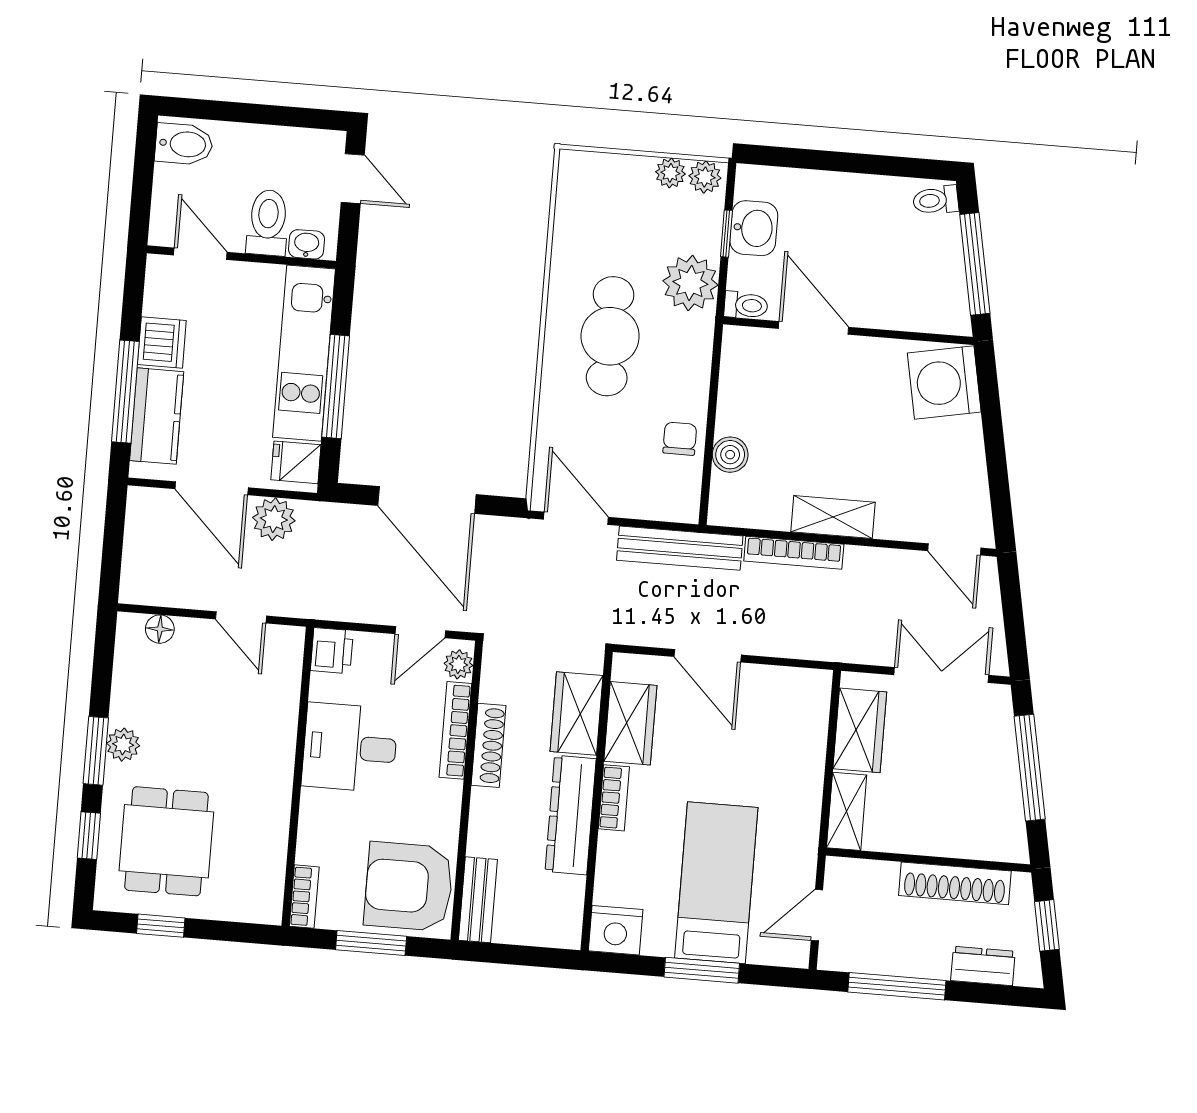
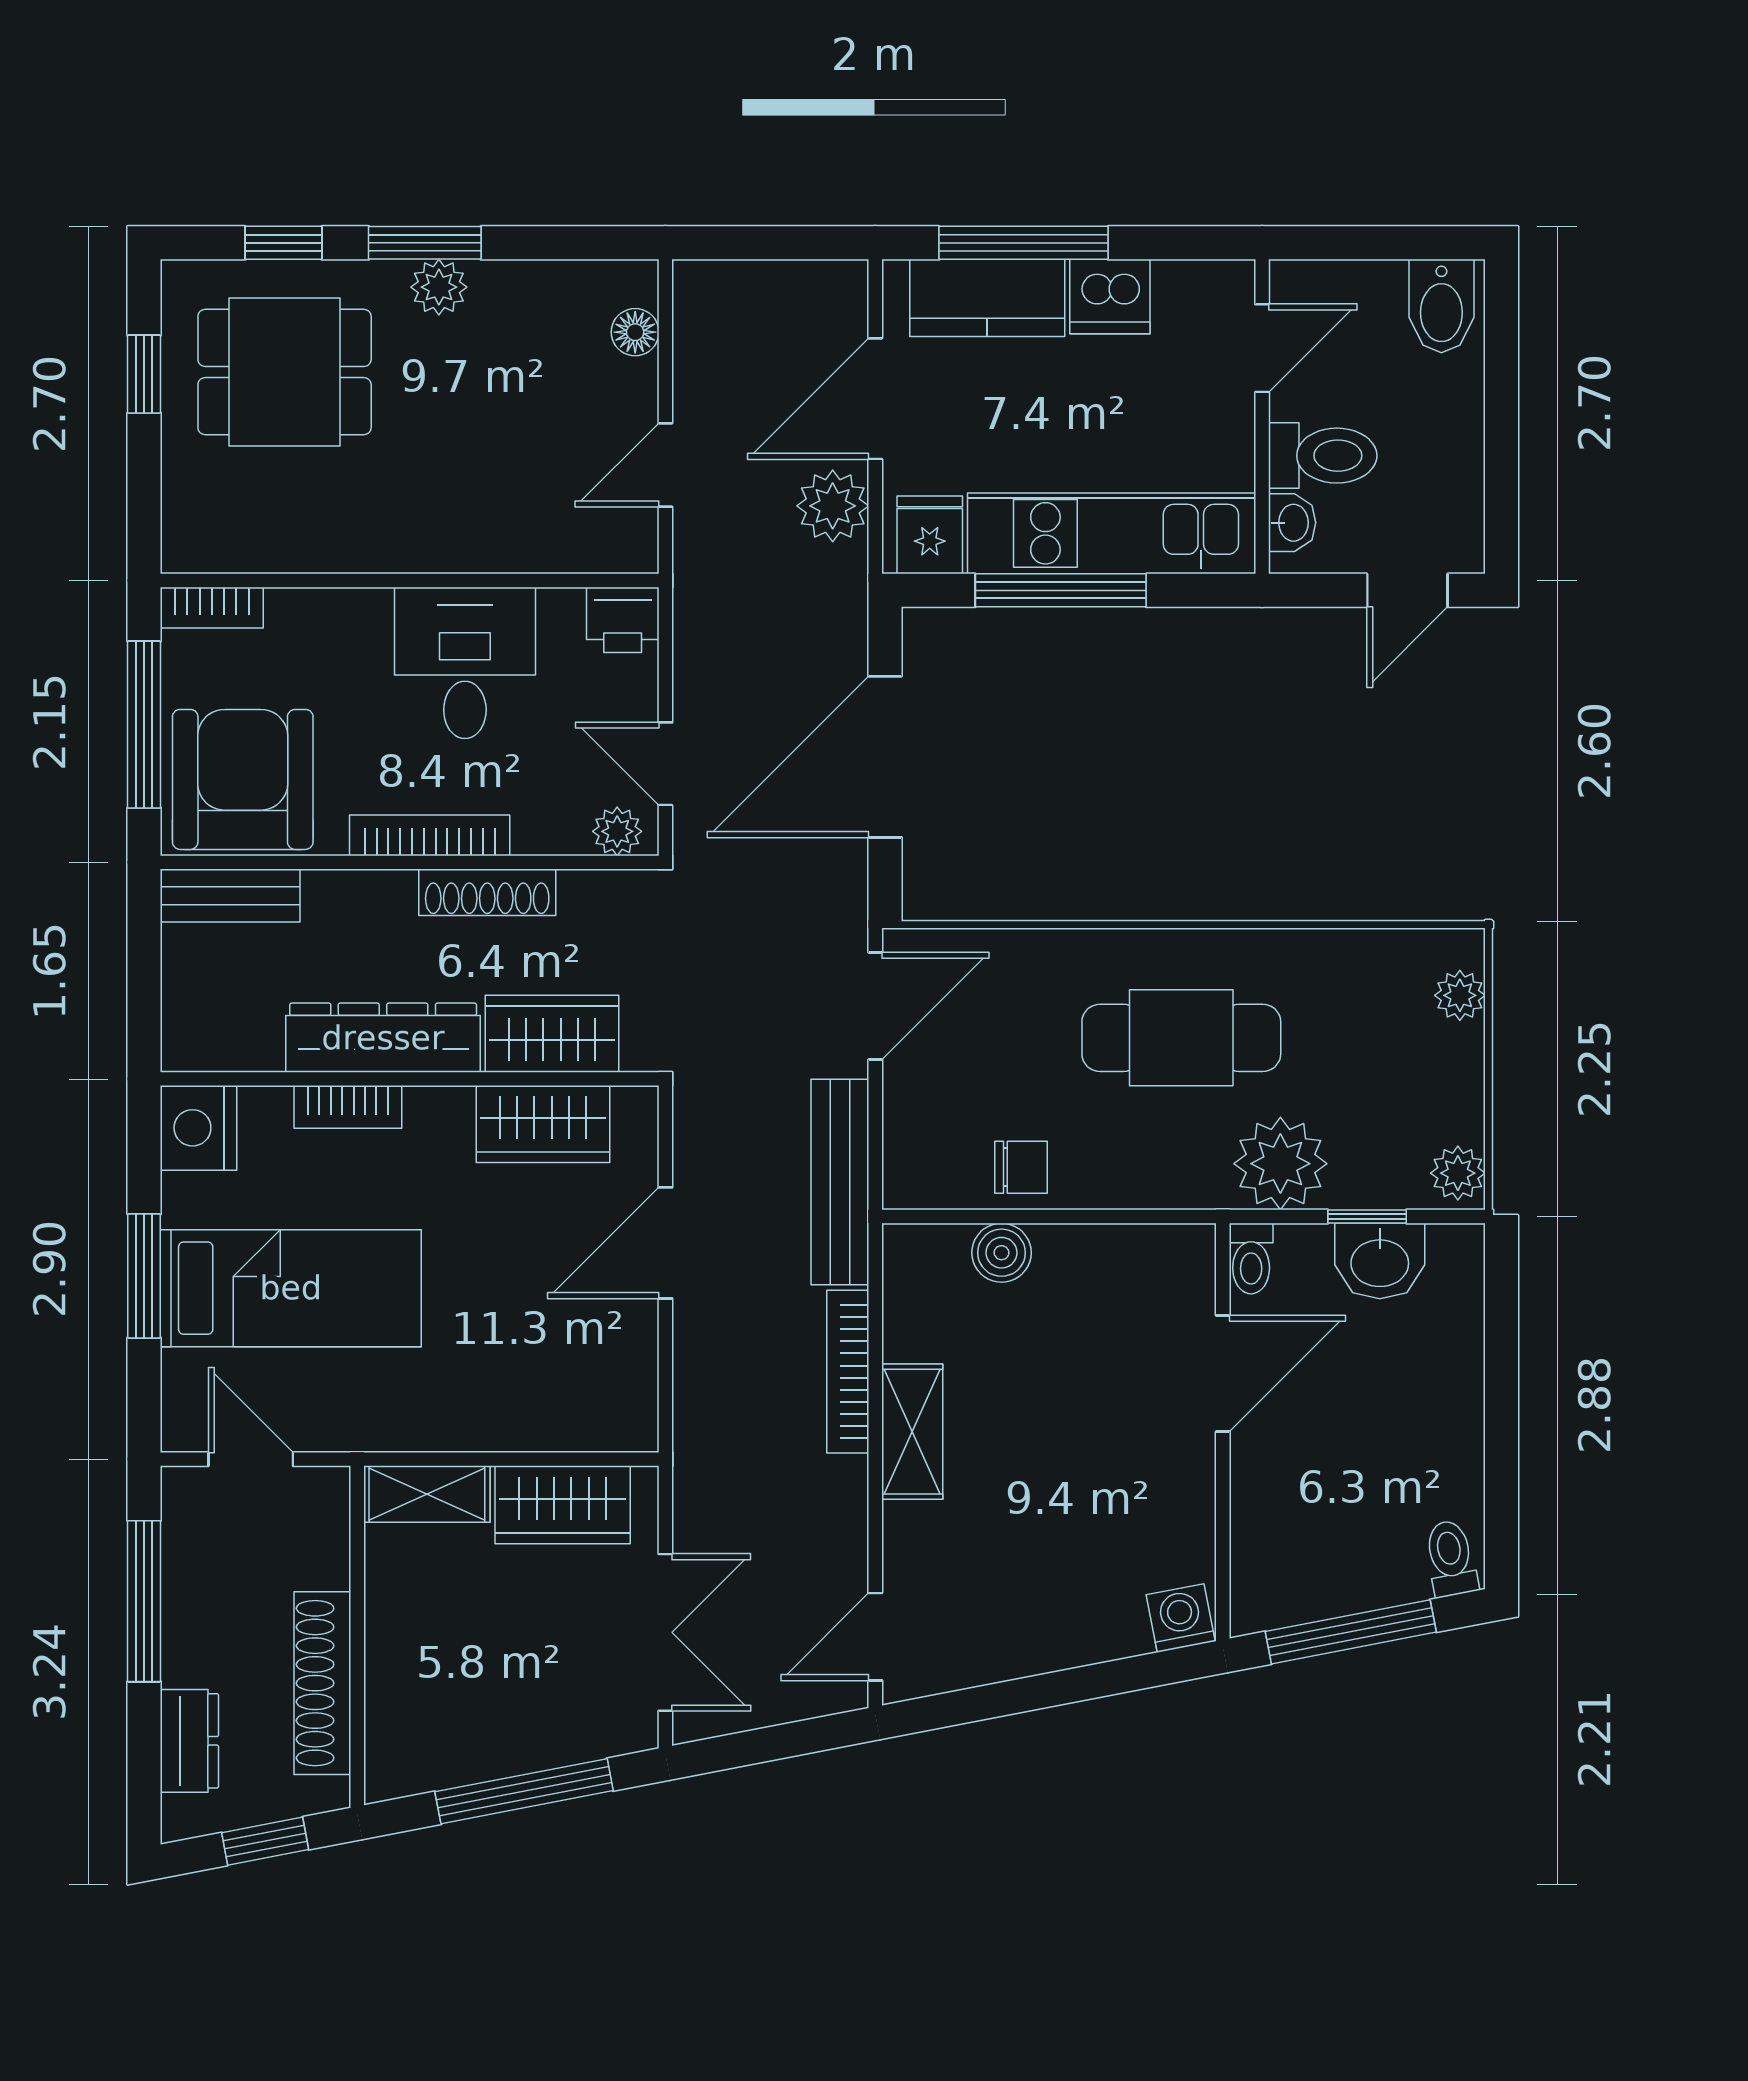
plant: (670, 173) -> (1460, 995), moved
washing machine: (944, 383) -> (1181, 1618), width x0.53, depth x0.53
bookcase: (455, 730) -> (430, 835), moved
bookcase: (614, 798) -> (348, 1107), moved
window: (371, 943) -> (144, 725), width x1.44

